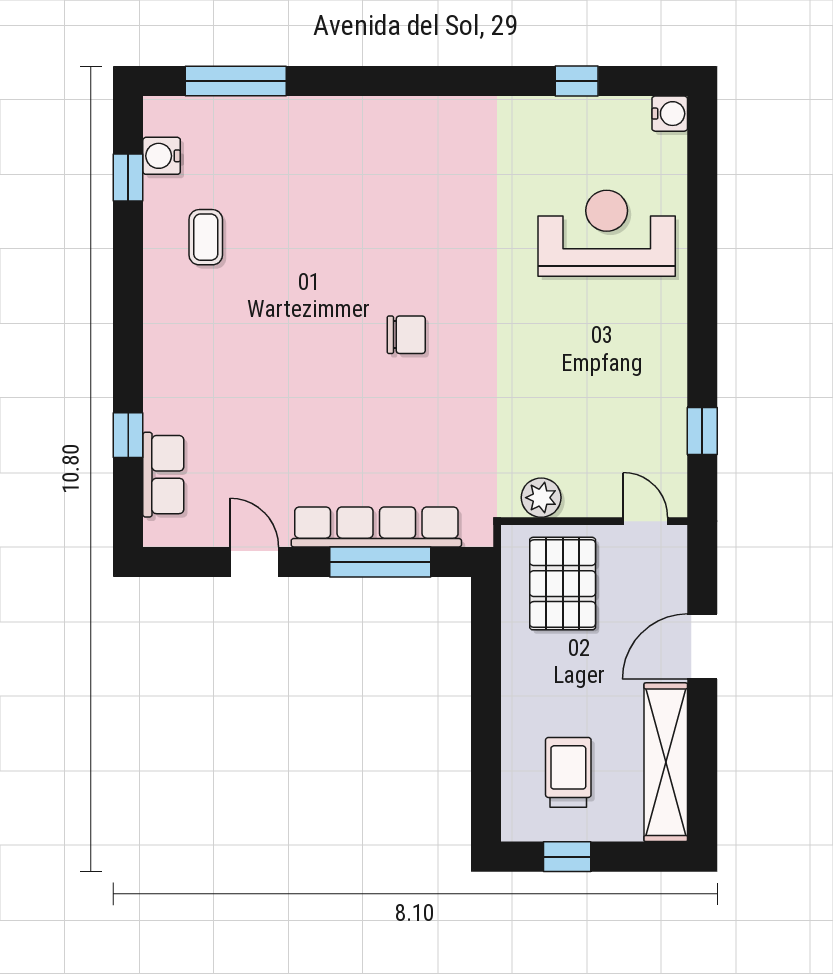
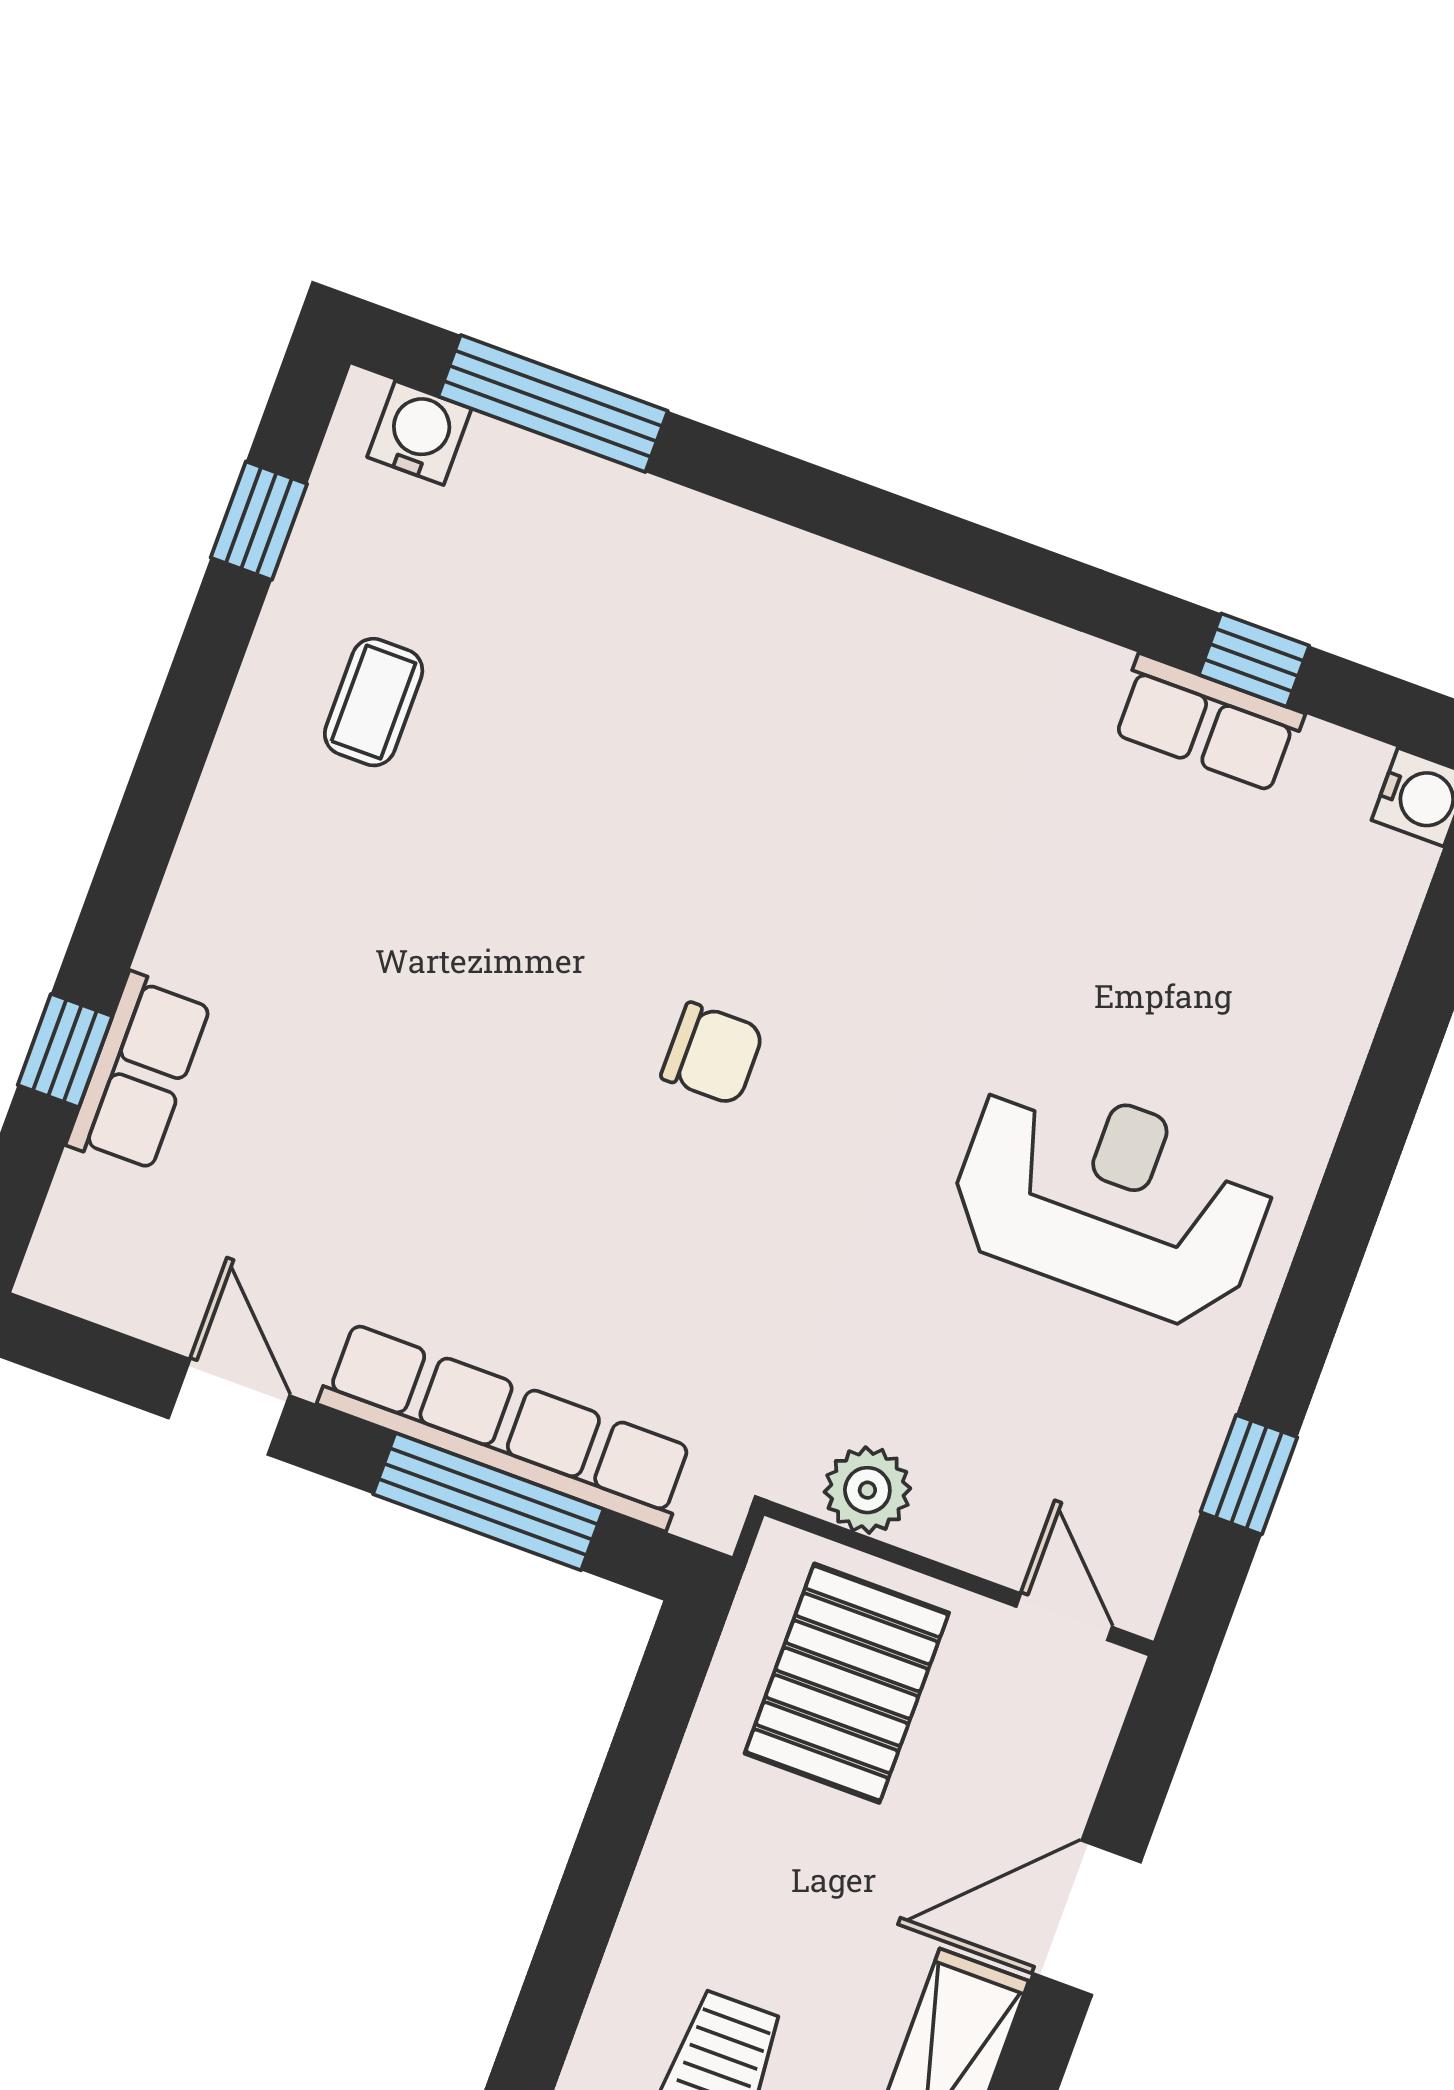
row of seats: (567, 115) -> (1207, 723), added
water cooler: (162, 156) -> (419, 433), moved, turned 90
reception desk: (607, 233) -> (1111, 1199), moved
row of seats: (163, 475) -> (139, 1073), moved

